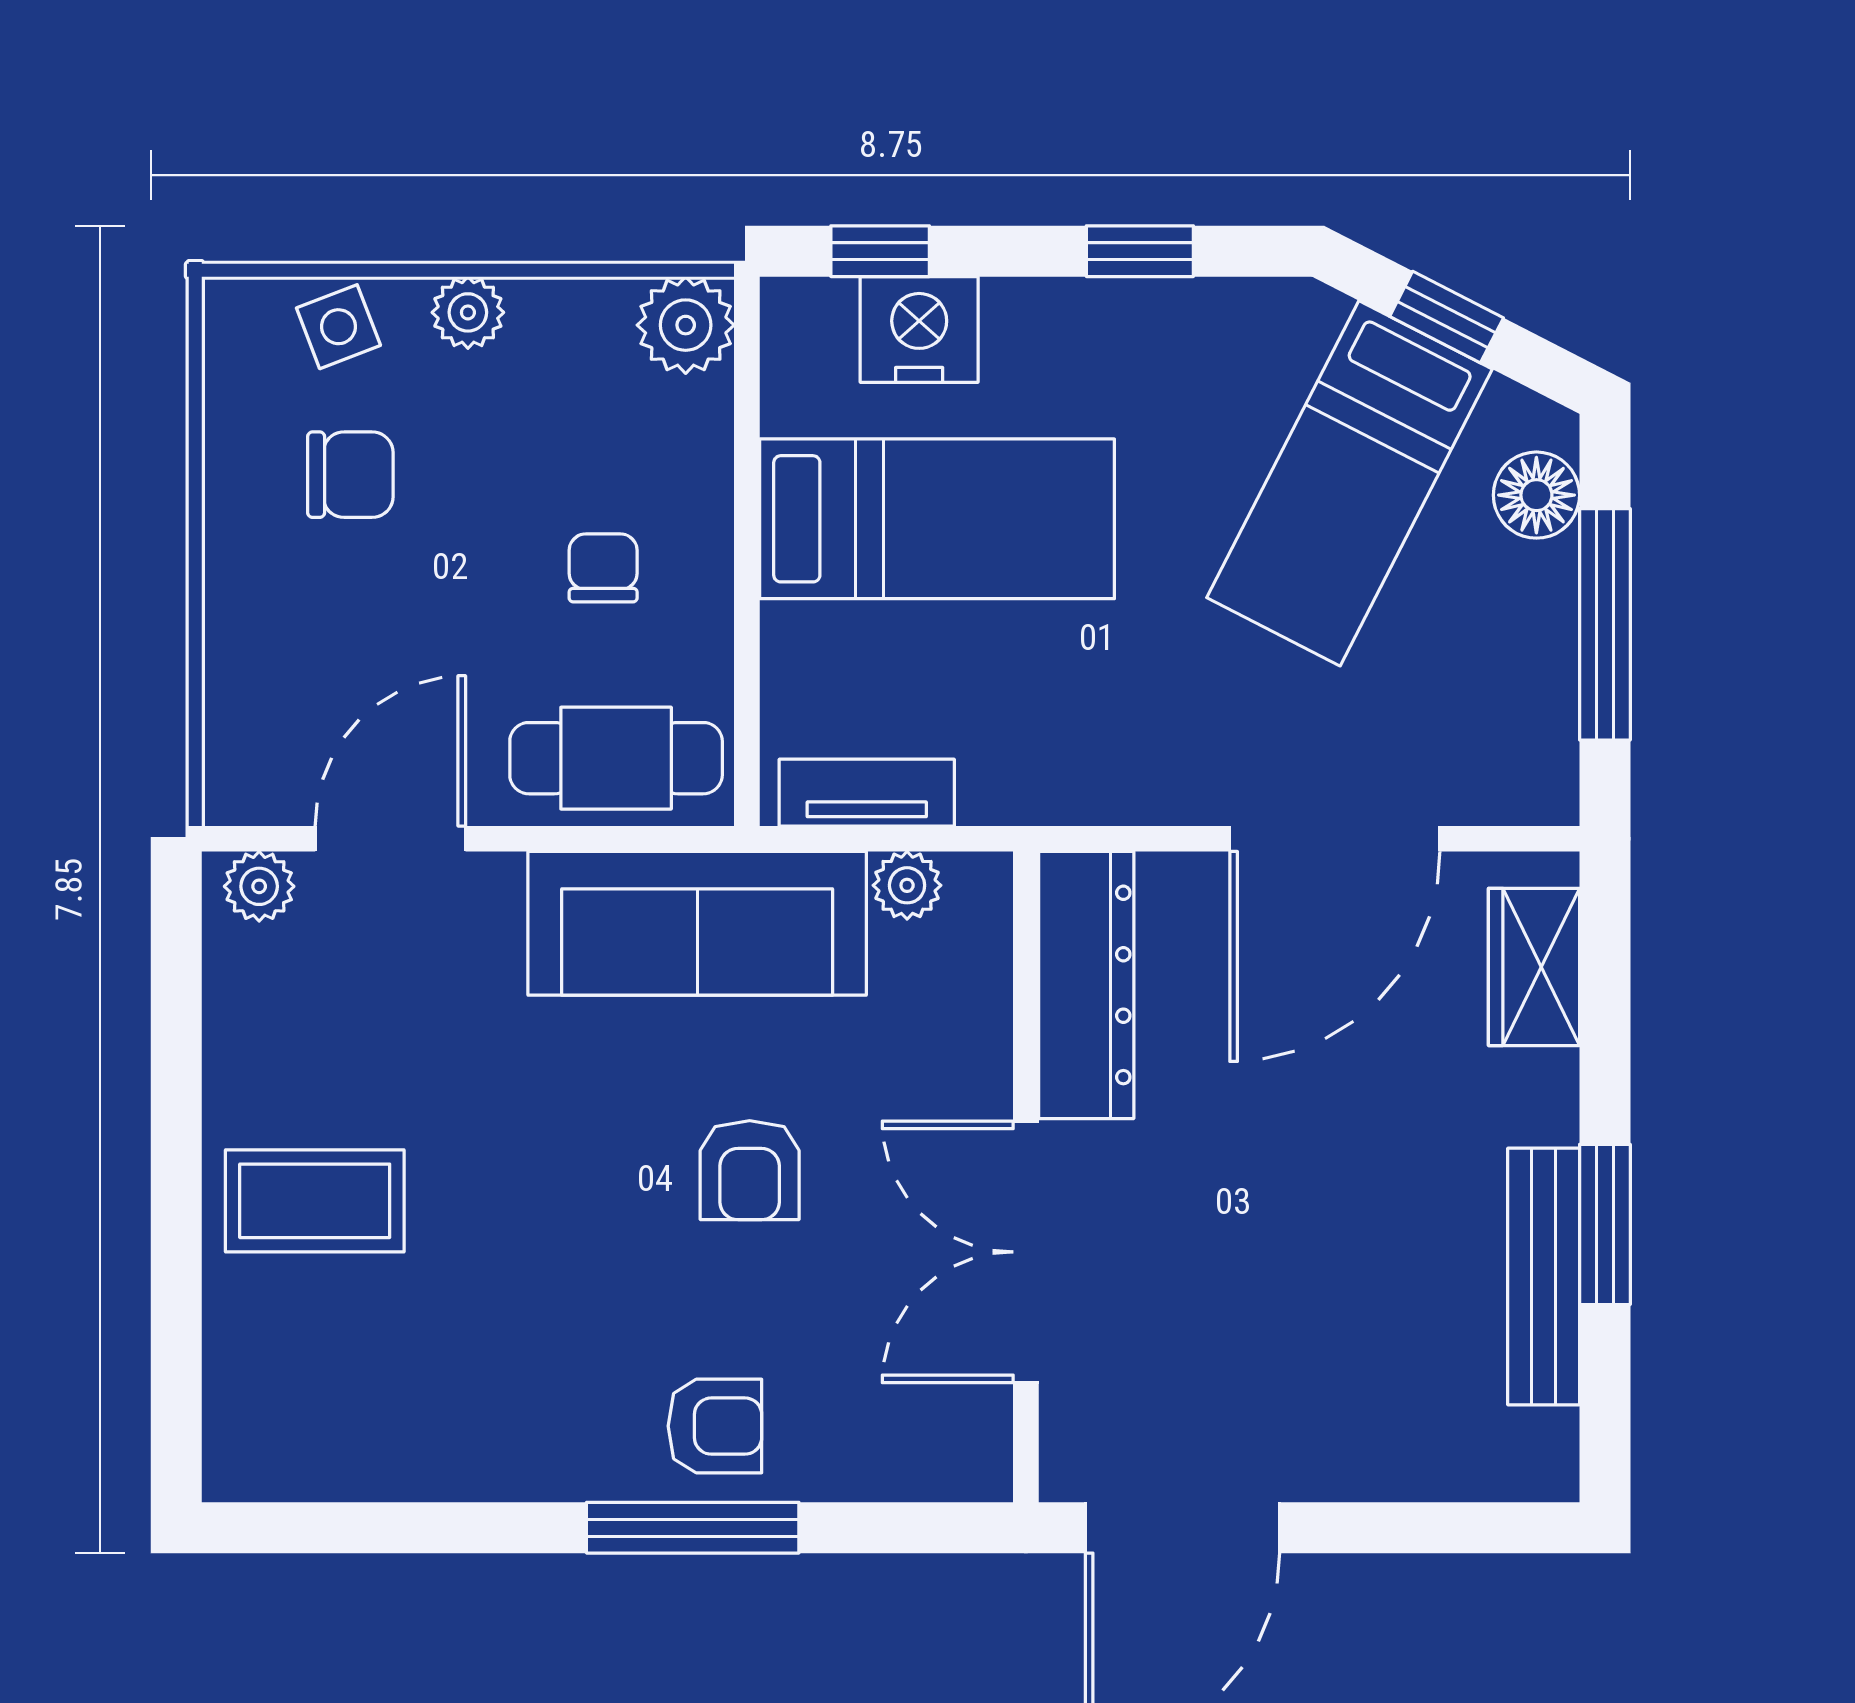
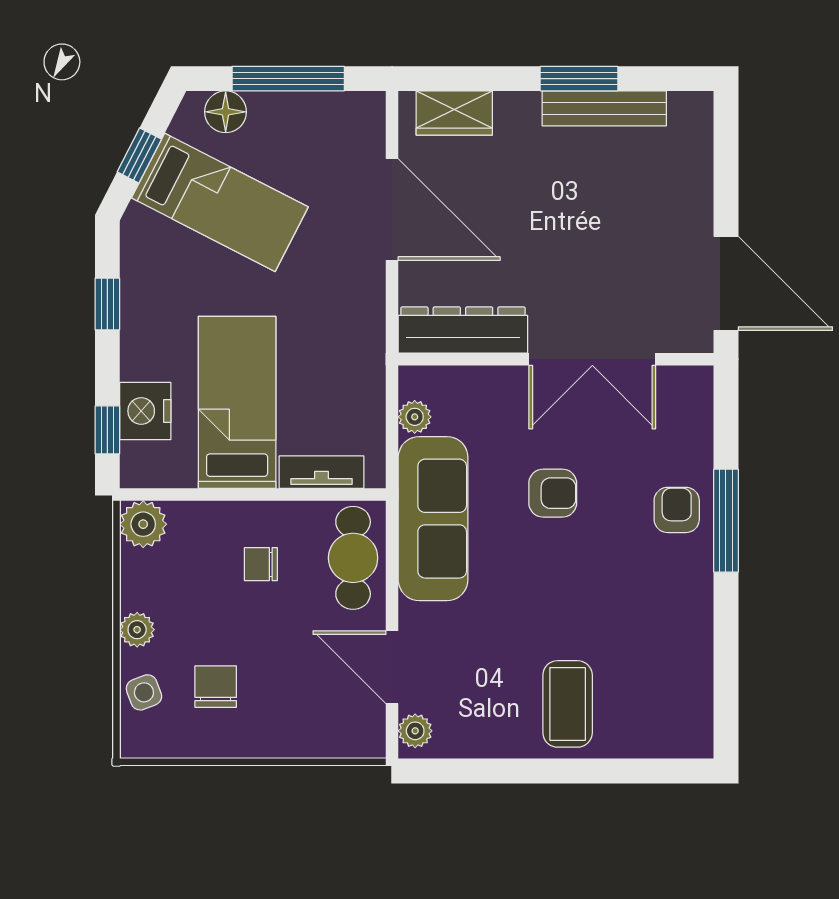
tv unit: (867, 793) -> (321, 472), moved, turned 90

